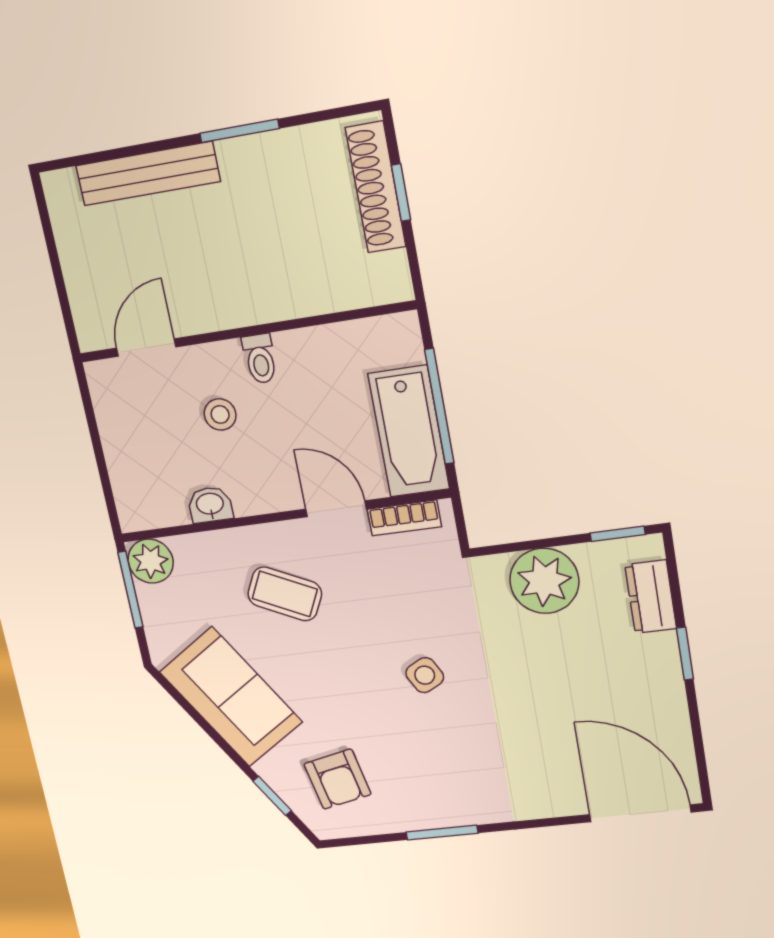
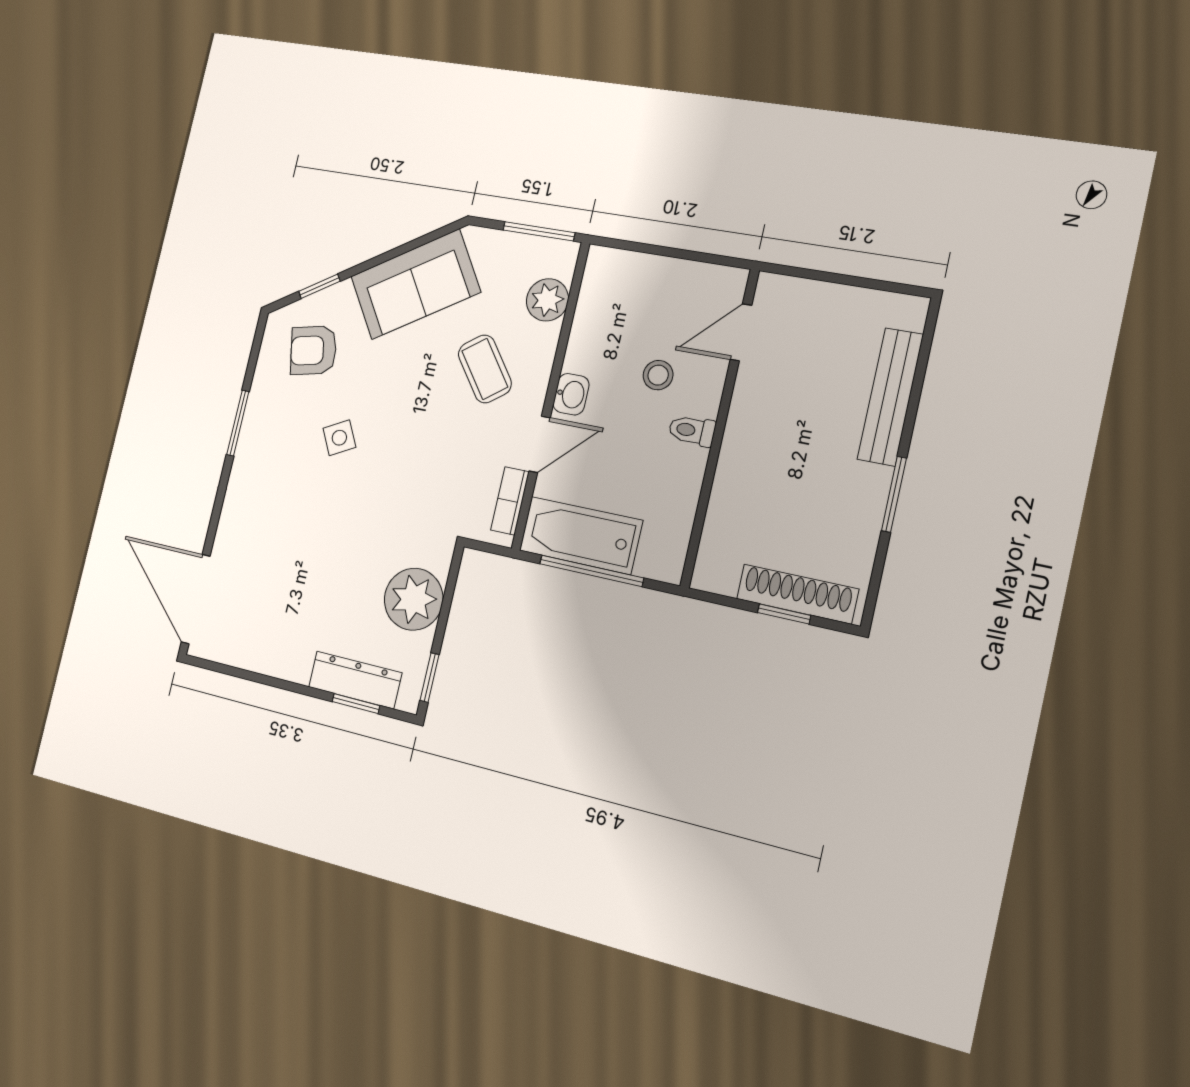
door: (146, 348) -> (741, 332), swing flipped
washbasin: (210, 505) -> (571, 394), moved
plant: (151, 561) -> (547, 300), moved
coffee table: (285, 594) -> (485, 369), turned -63
dresser: (651, 597) -> (355, 680), width x1.44
window: (685, 654) -> (356, 704), moved
side table: (425, 675) -> (339, 438), moved
door: (640, 813) -> (196, 599), swing flipped

